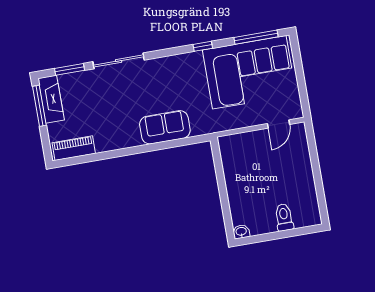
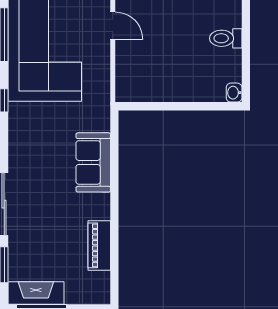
piano: (74, 148) -> (99, 245), moved

